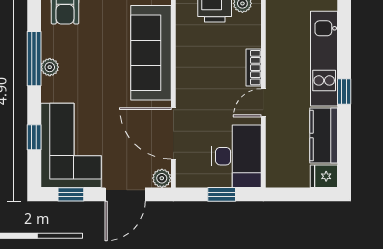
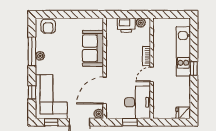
sofa: (151, 53) -> (93, 48), width x0.73
door: (173, 133) -> (105, 90), hinge flipped
kitchen counter: (324, 136) -> (183, 92), removed

